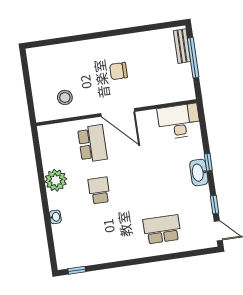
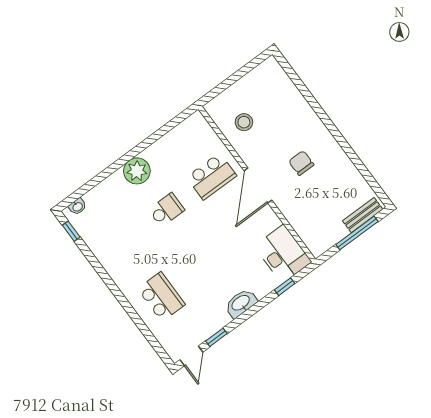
window: (208, 162) -> (285, 287), moved
plant: (56, 180) -> (137, 171), moved
washbasin: (55, 217) -> (77, 207), moved

